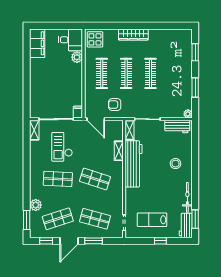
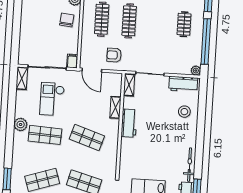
clothes rail: (150, 73) -> (184, 24), moved, width x0.73
chair: (71, 76) -> (67, 20), added
window: (195, 88) -> (206, 42), width x2.11
workbench: (134, 164) -> (129, 123), width x0.53, depth x0.76
stool: (176, 164) -> (184, 112), moved
plant: (36, 205) -> (21, 124), moved

